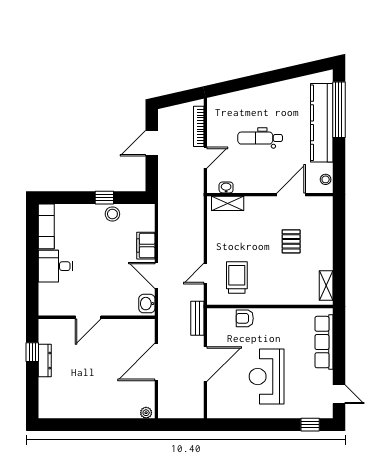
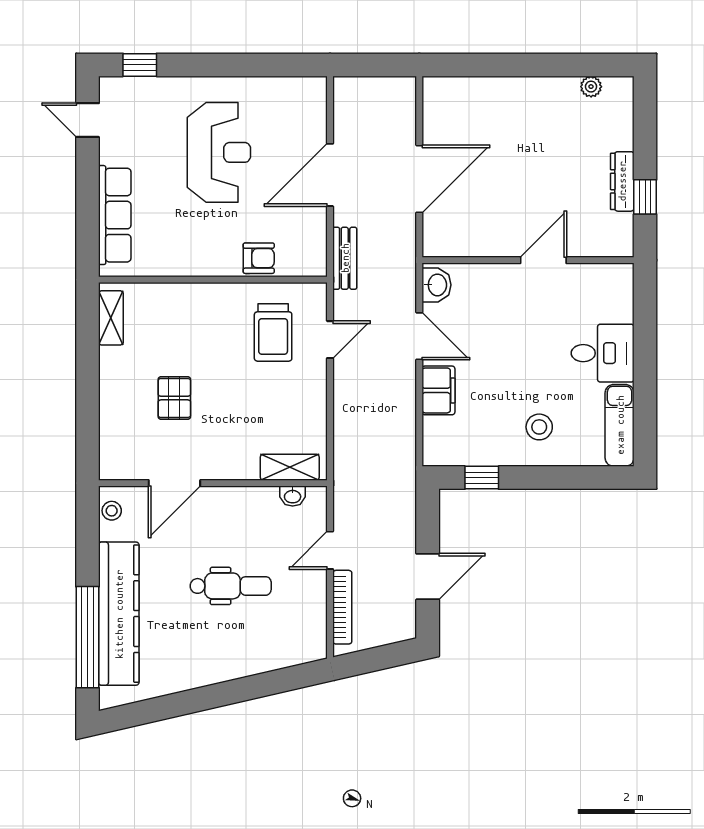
window: (104, 198) -> (482, 478), moved
stool: (112, 214) -> (539, 427), moved
plant: (146, 413) -> (591, 87), moved

